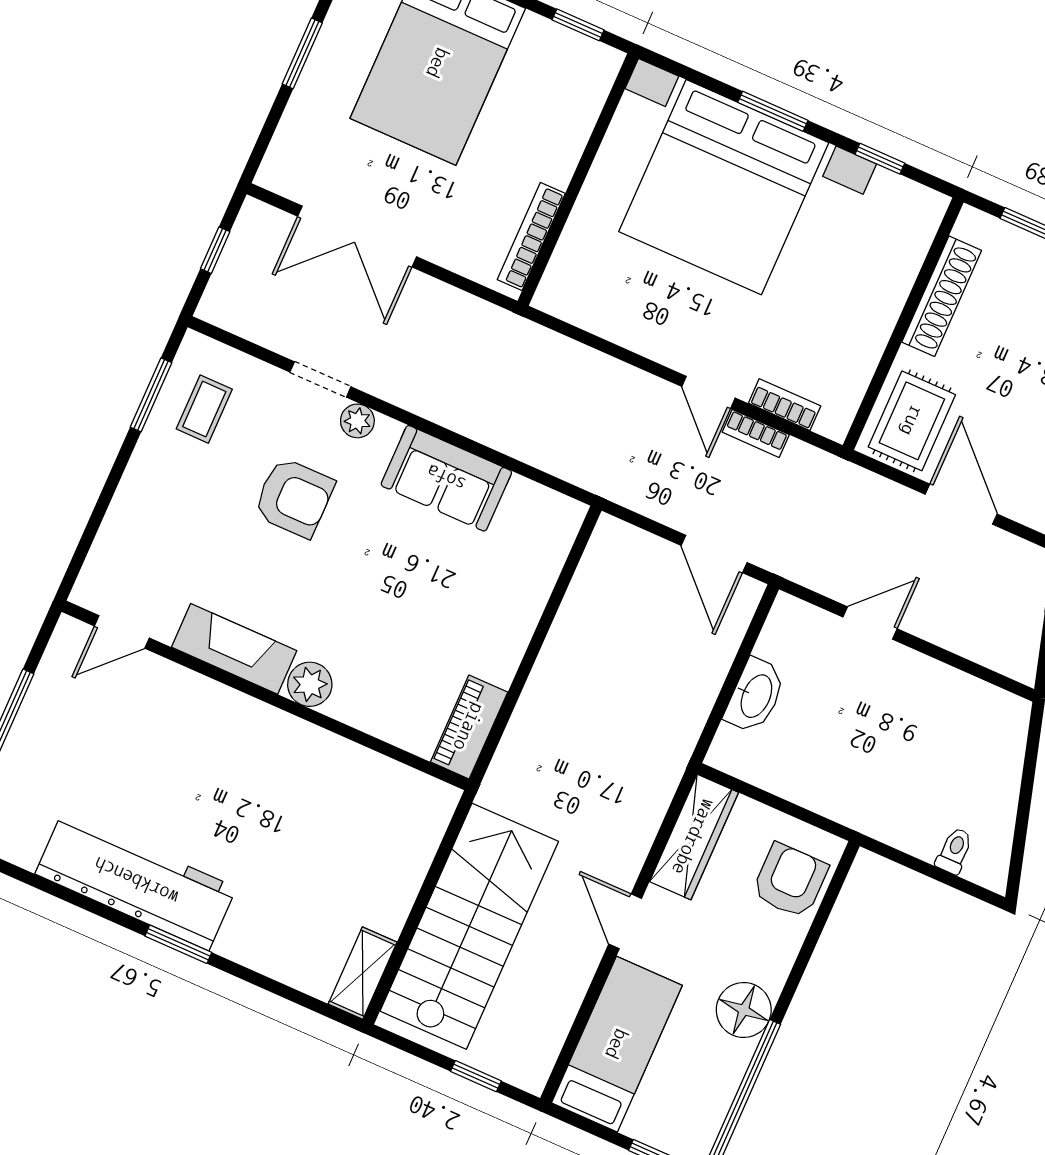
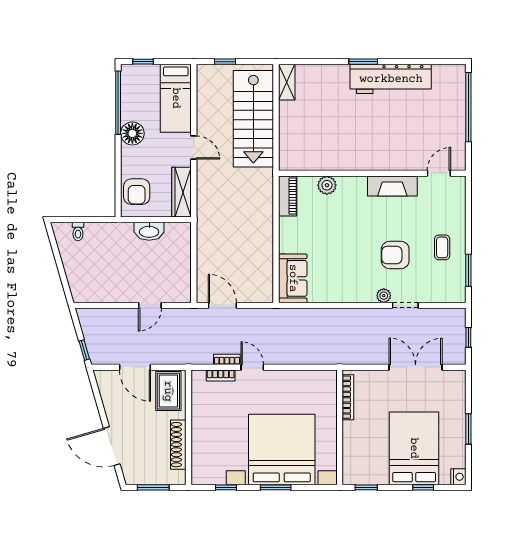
coffee table: (204, 409) -> (442, 247), moved
sofa: (446, 478) -> (293, 278), moved, turned 90
plant: (310, 684) -> (327, 185), moved
washbasin: (755, 696) -> (149, 231), moved, turned -90

